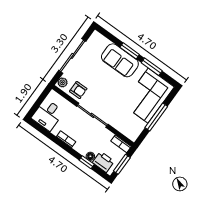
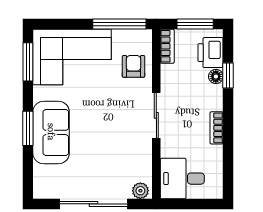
window: (152, 67) -> (28, 62), moved
armchair: (78, 90) -> (133, 66), moved
desk: (48, 115) -> (182, 179), moved, turned 180
sliding door: (92, 115) -> (156, 115), width x0.73
window: (156, 117) -> (119, 24), moved

